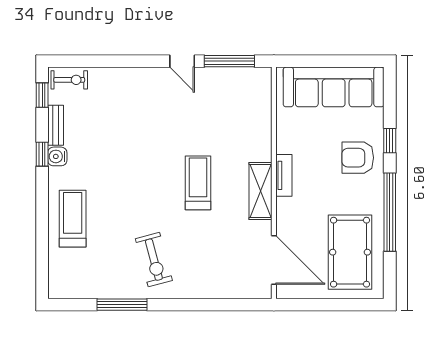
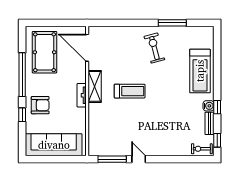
treadmill: (198, 183) -> (130, 91), turned -90
treadmill: (73, 219) -> (200, 71), width x1.37, depth x1.38

